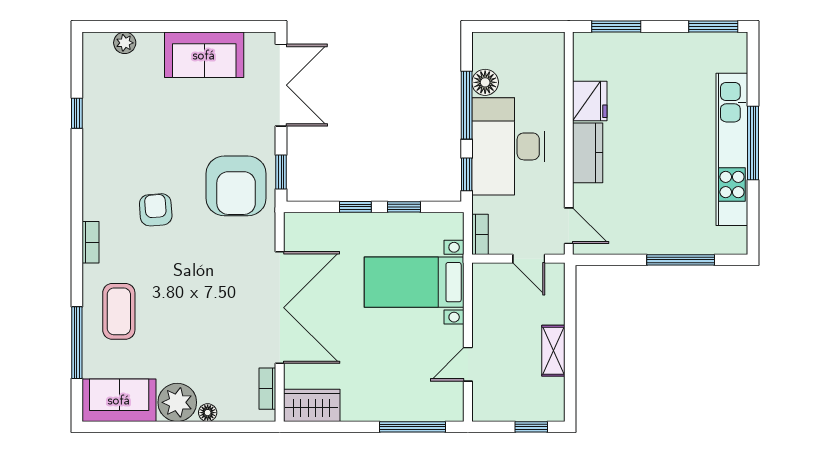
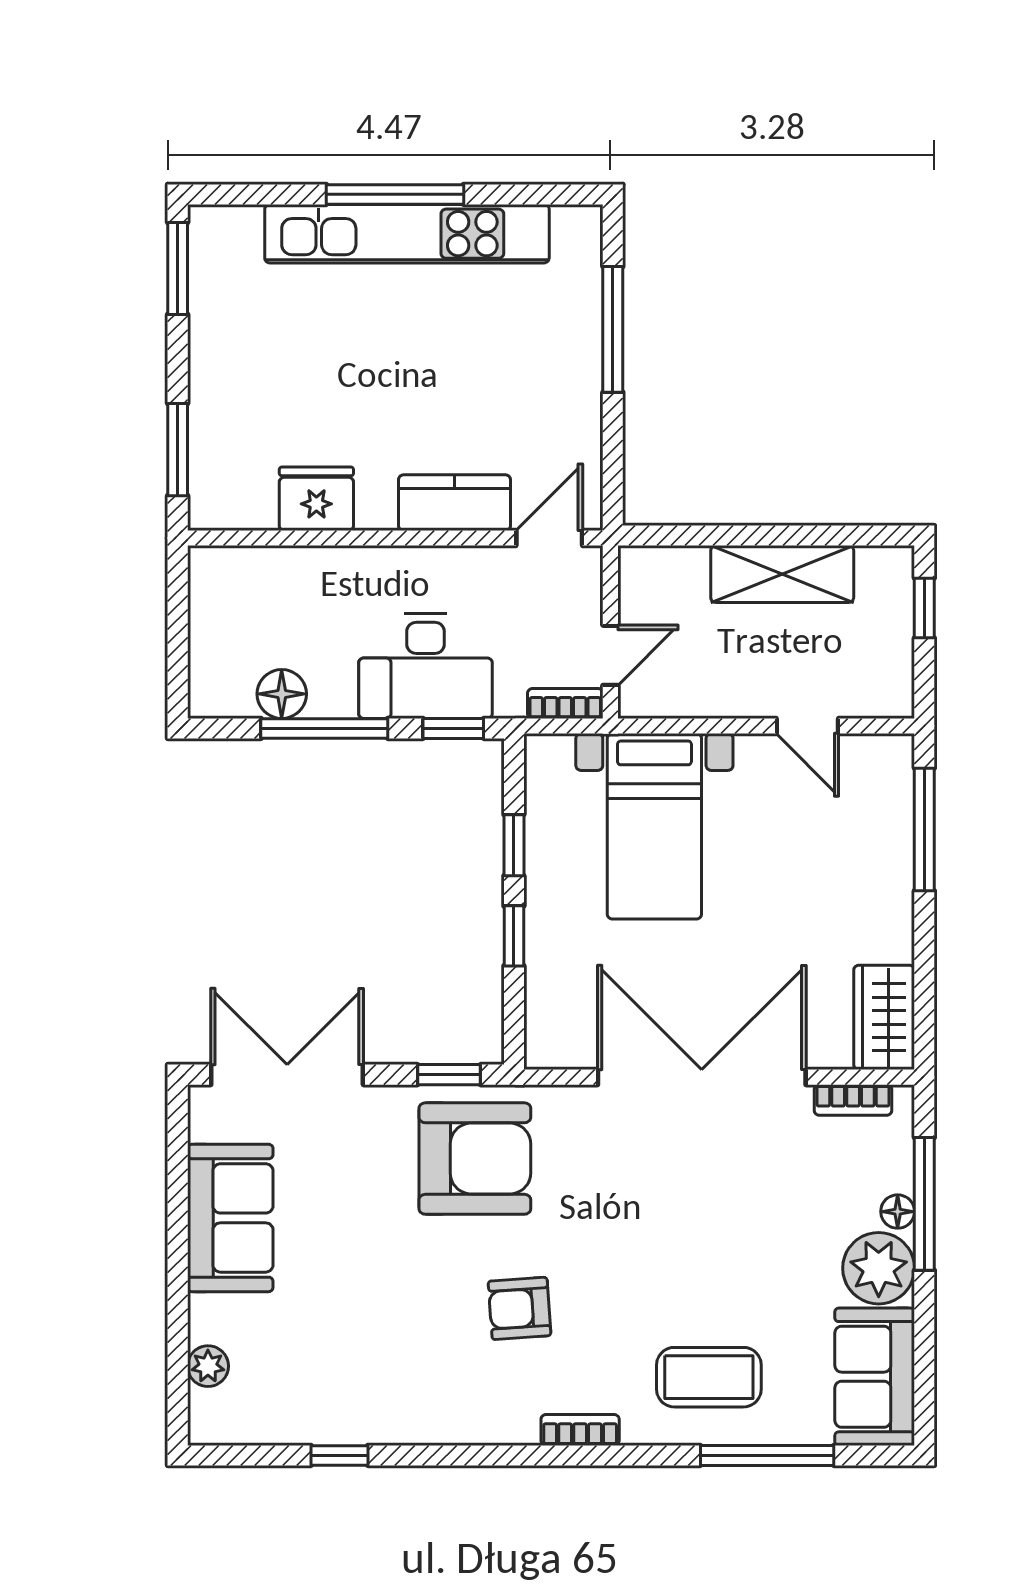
desk: (508, 146) -> (426, 666), width x0.73, depth x0.77
kitchen counter: (588, 153) -> (455, 503), moved
door: (529, 259) -> (610, 655), moved
shelving: (553, 351) -> (782, 574), width x1.50, depth x1.33
window: (212, 427) -> (924, 1204), added

